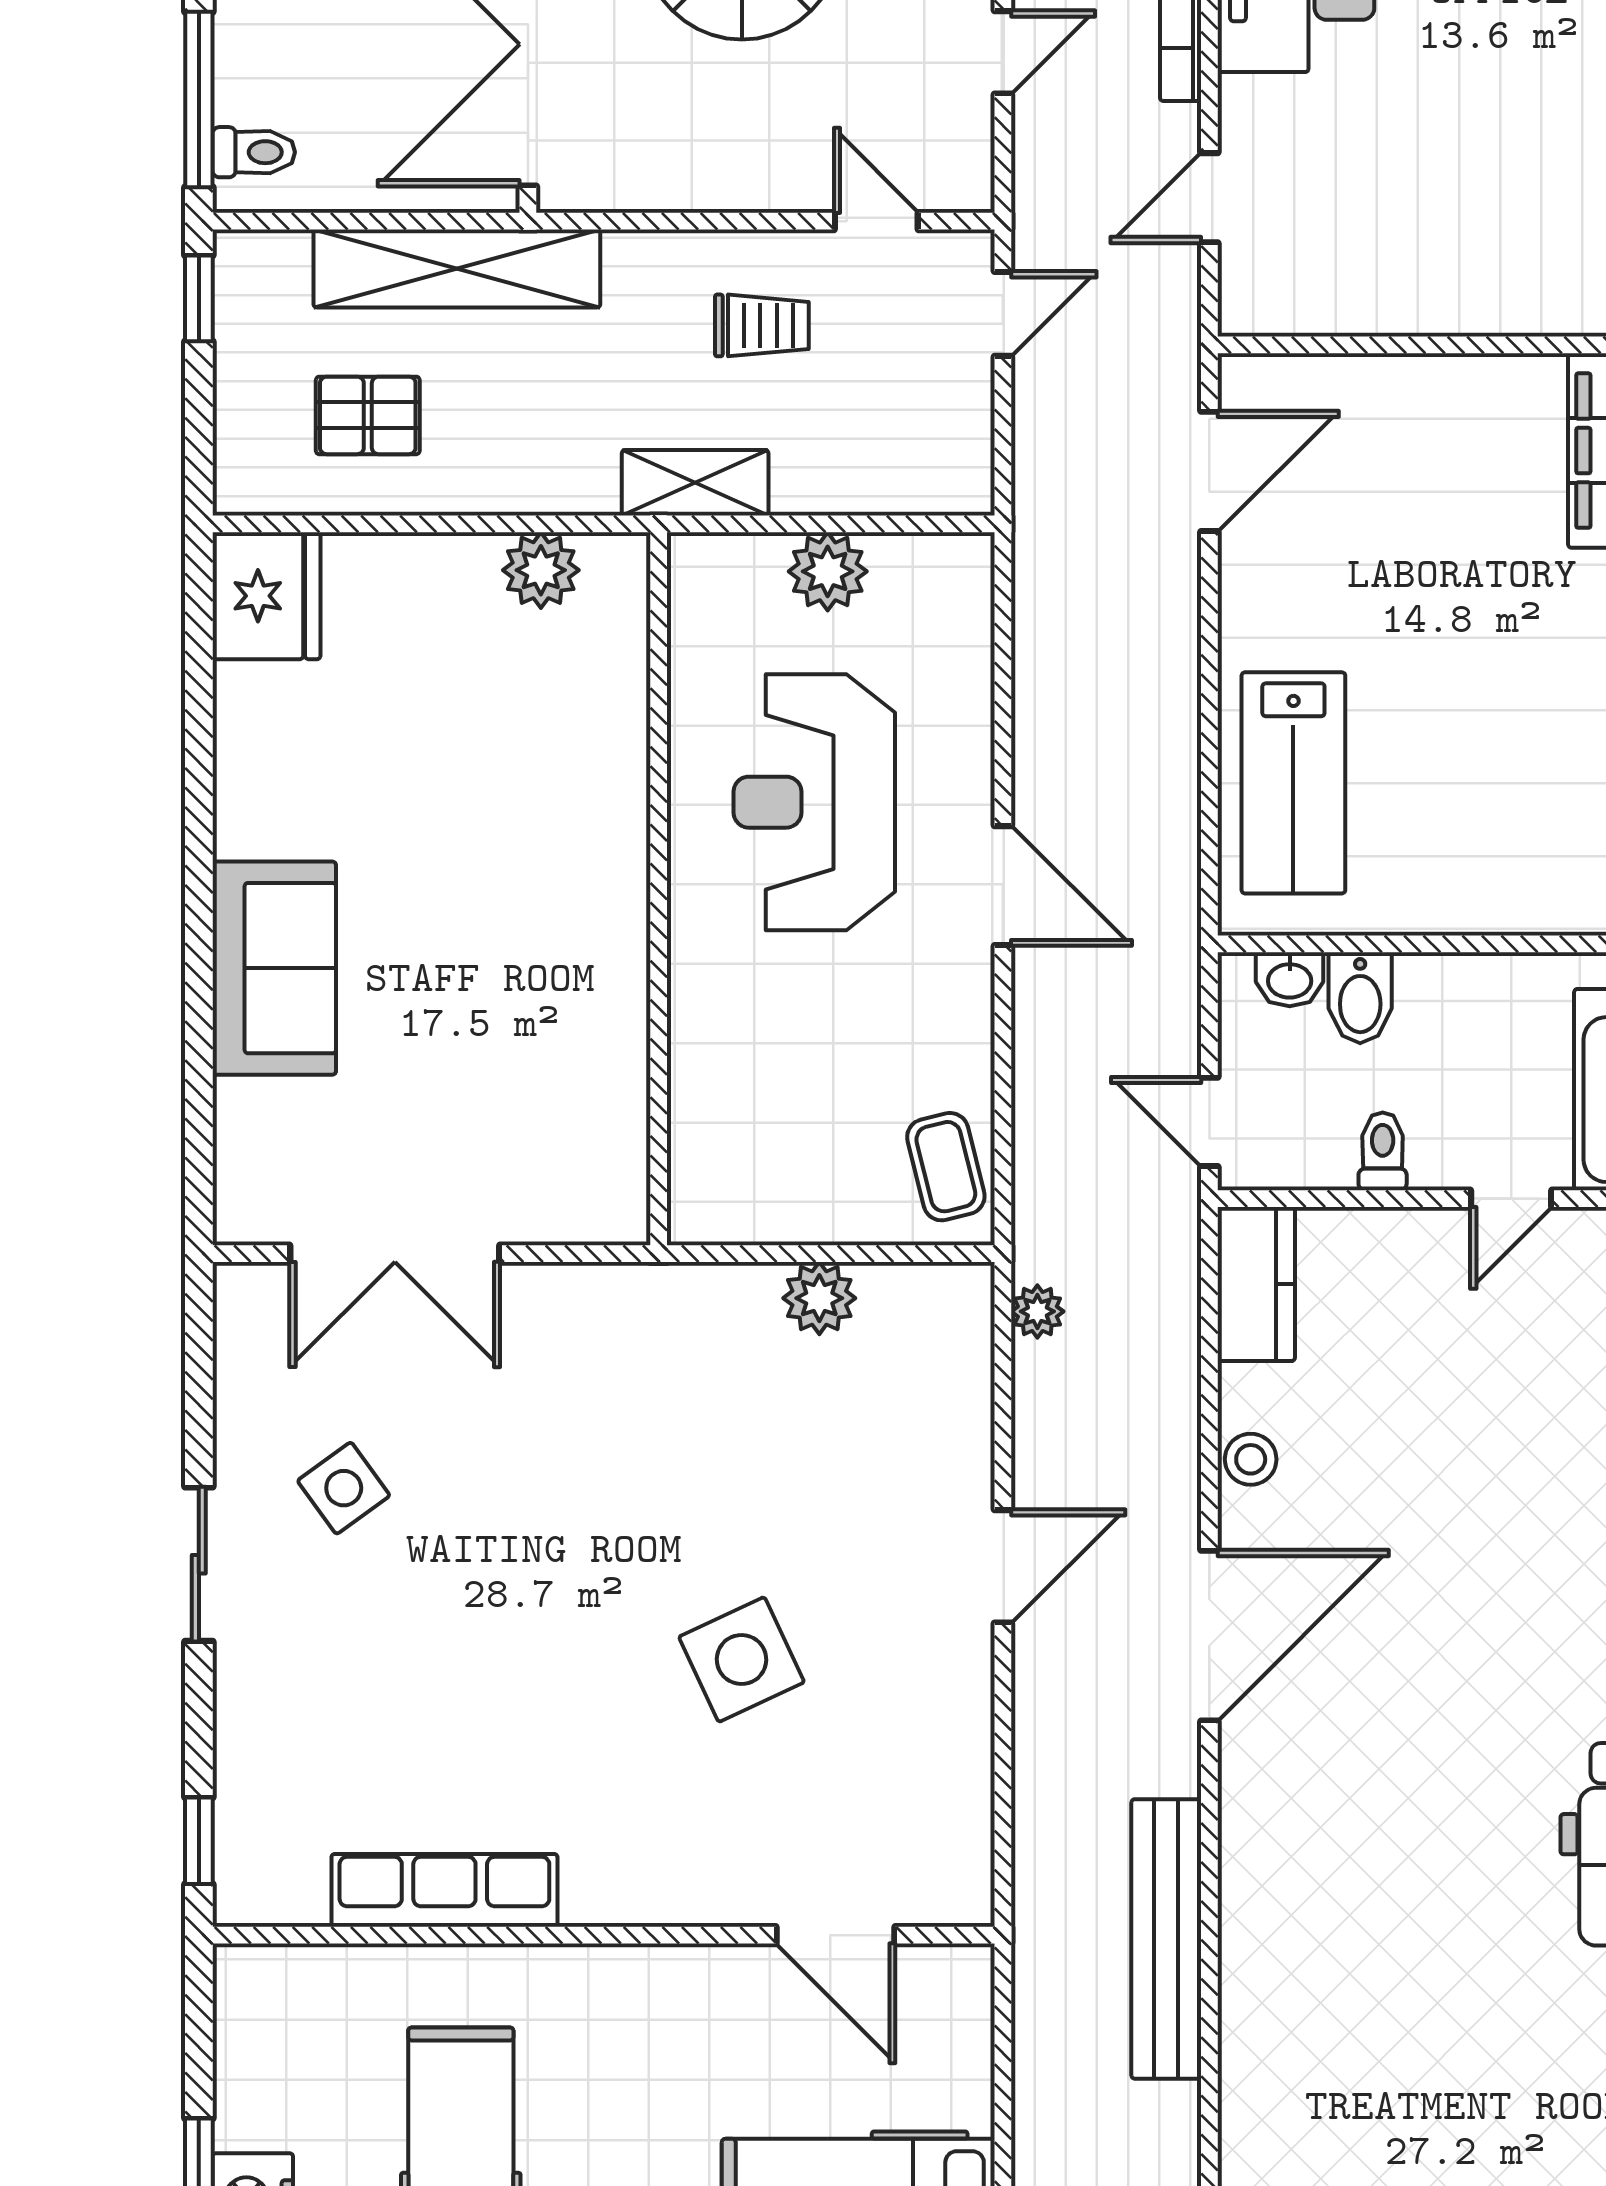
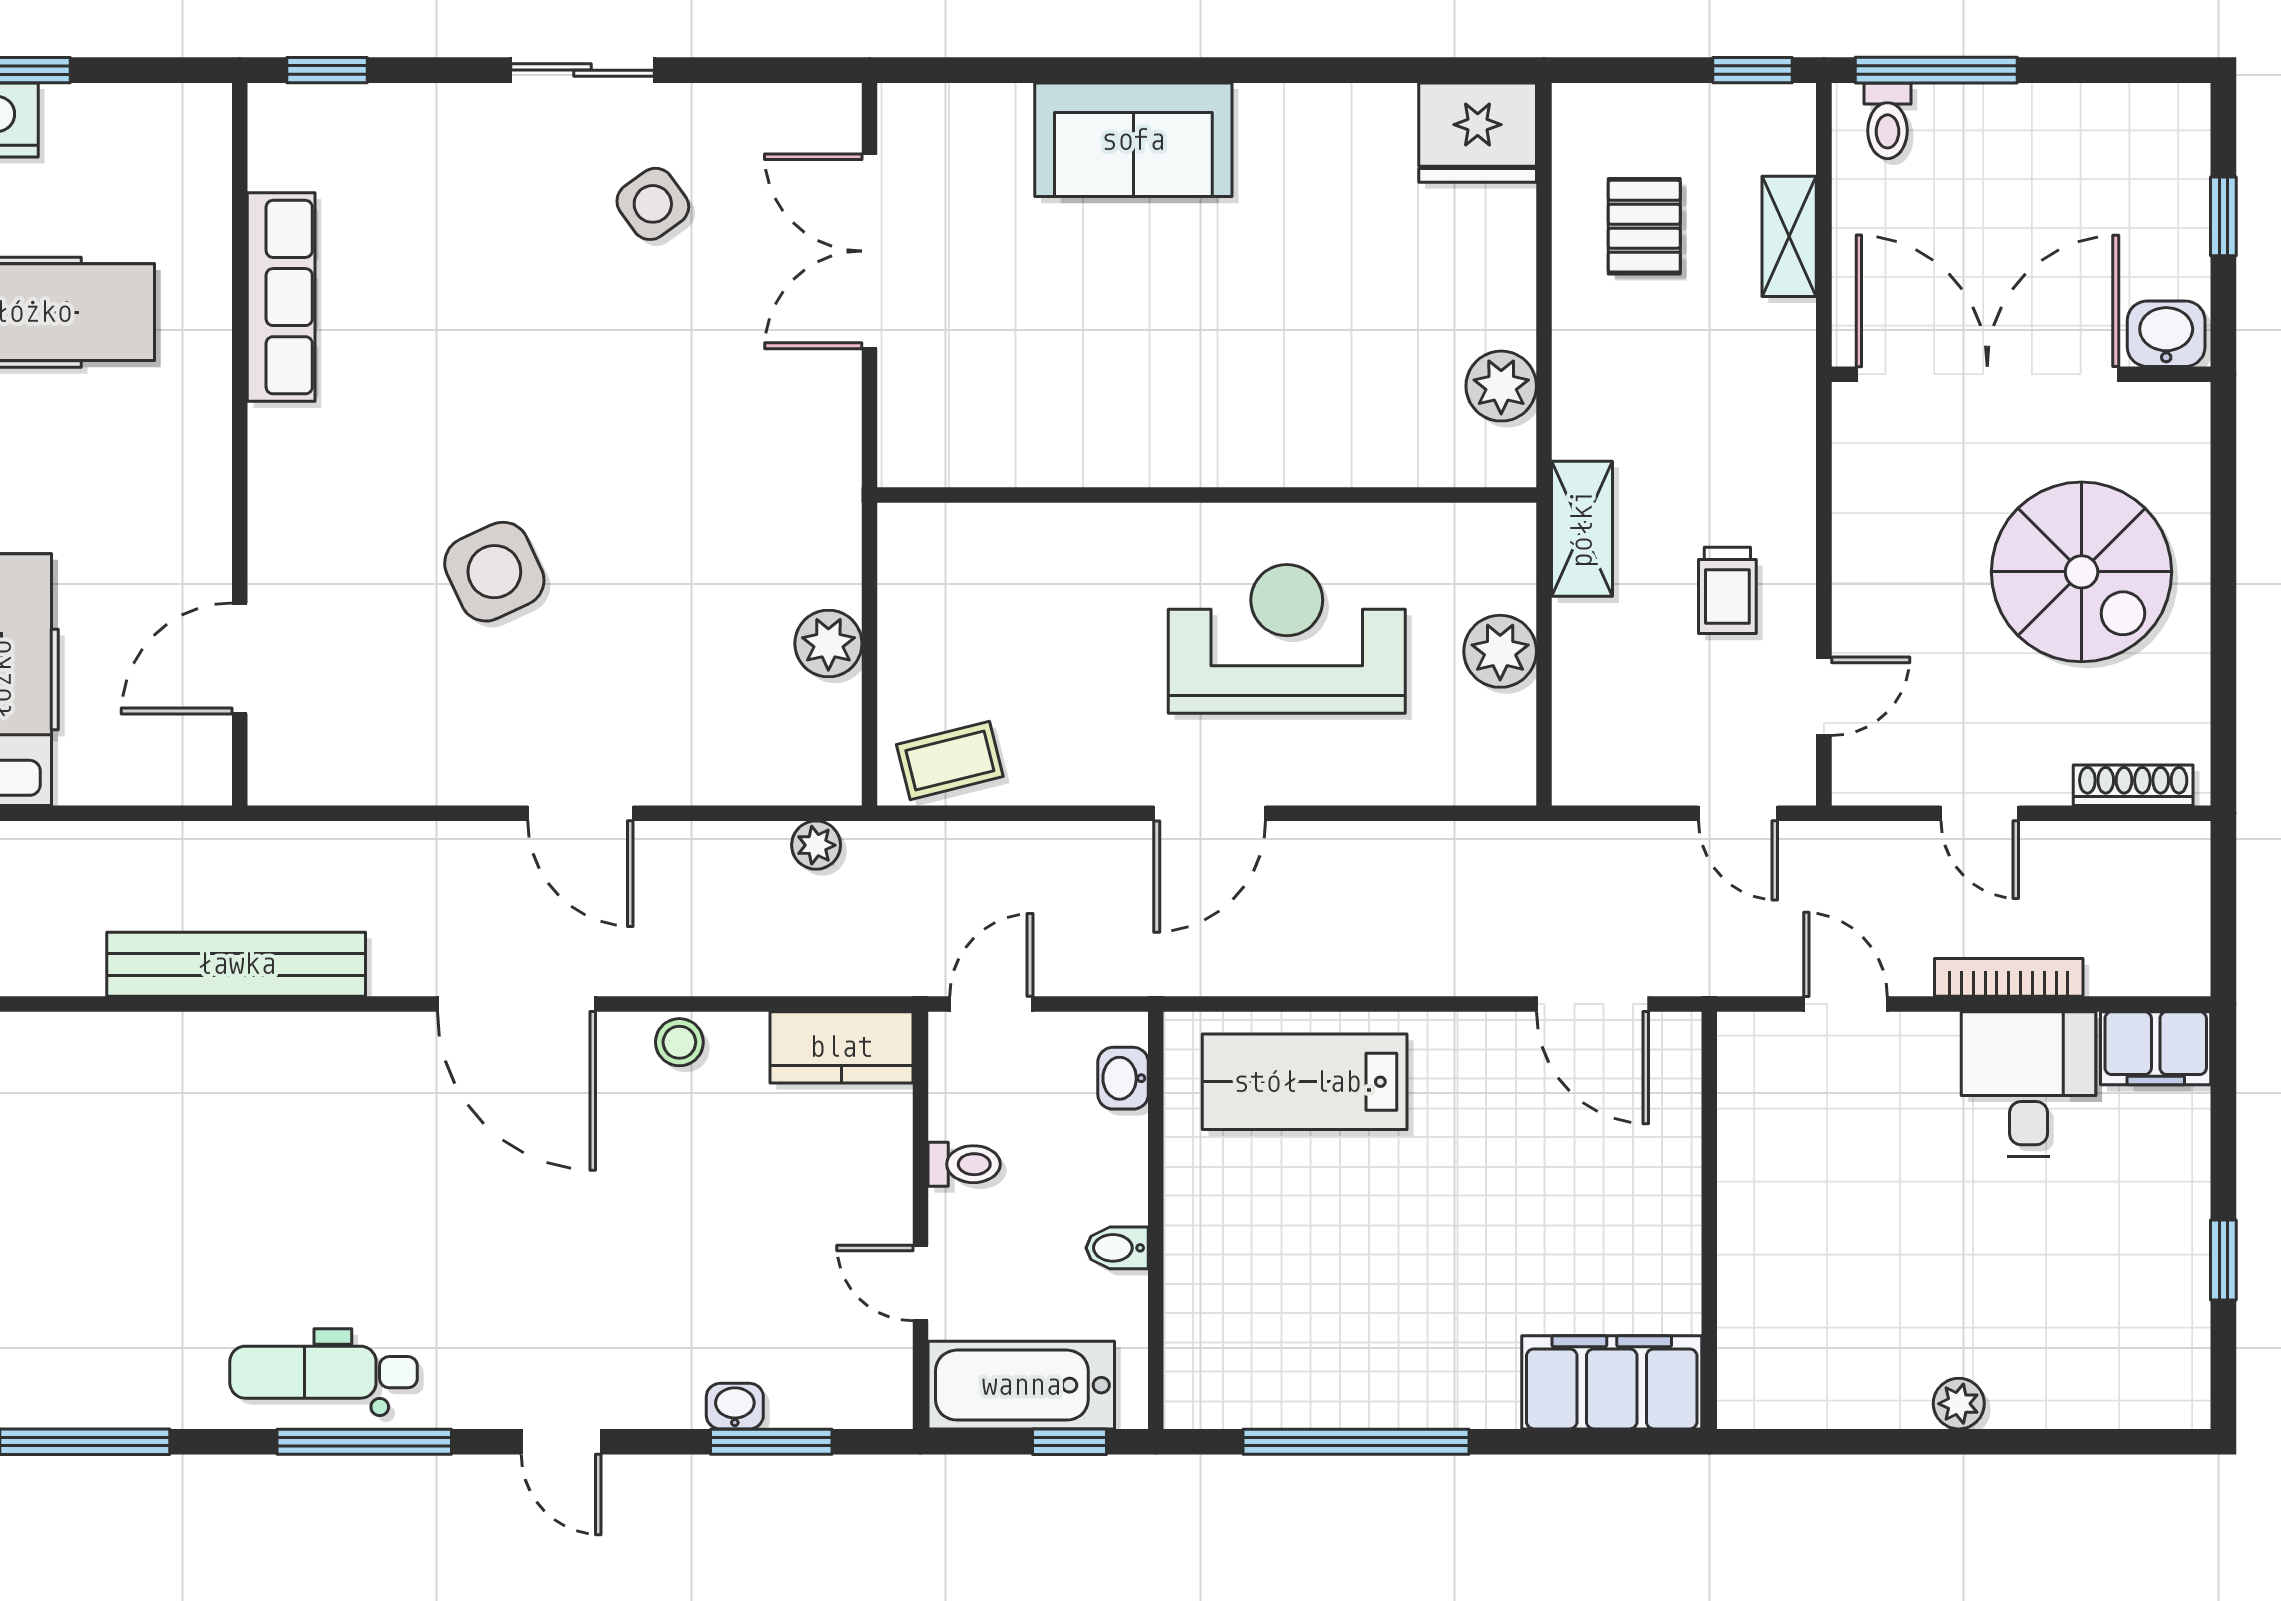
shelving: (457, 268) -> (1789, 236), width x0.45, depth x0.75
bidet: (1360, 998) -> (1117, 1248), moved, width x0.72, depth x0.74

